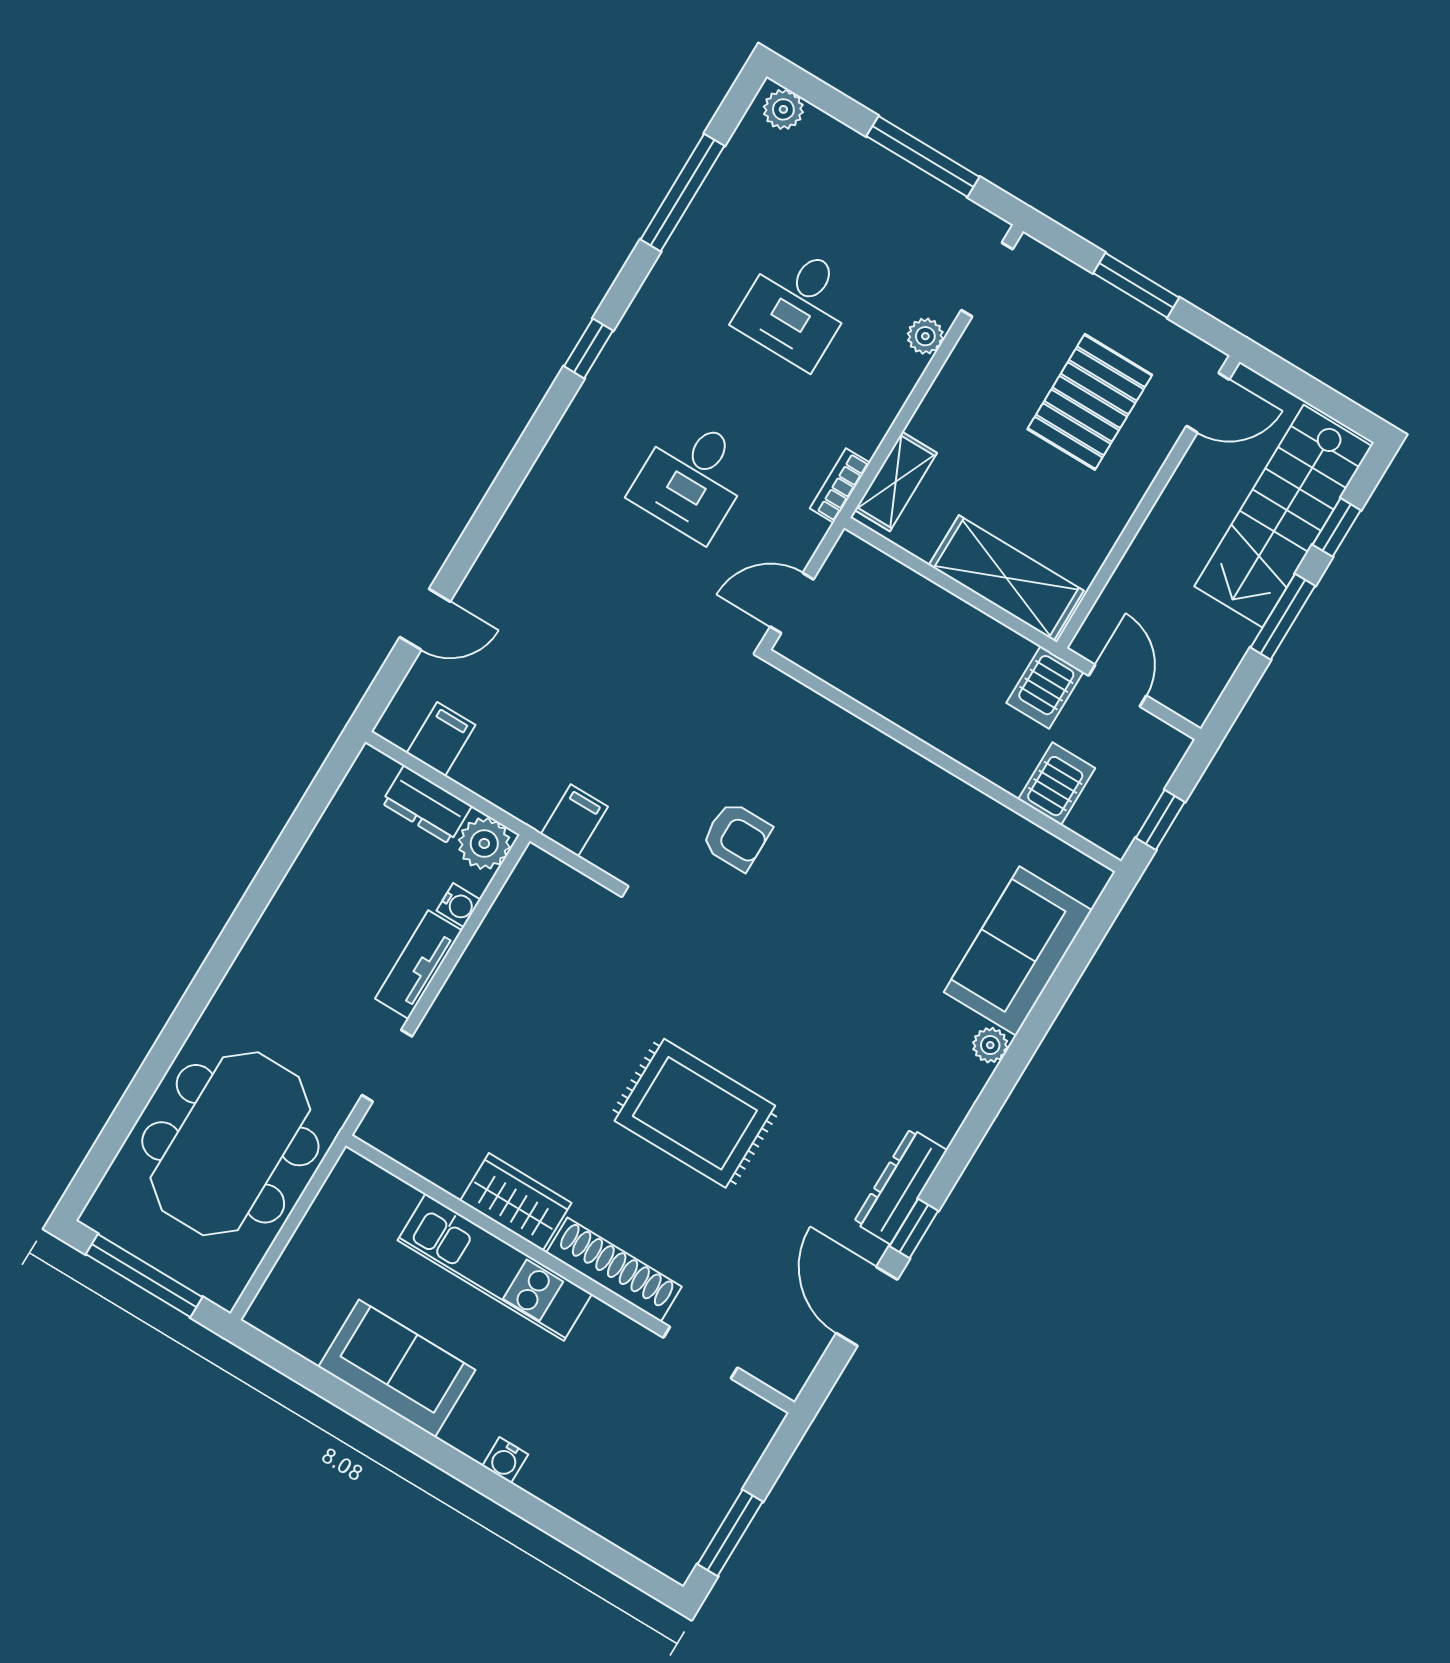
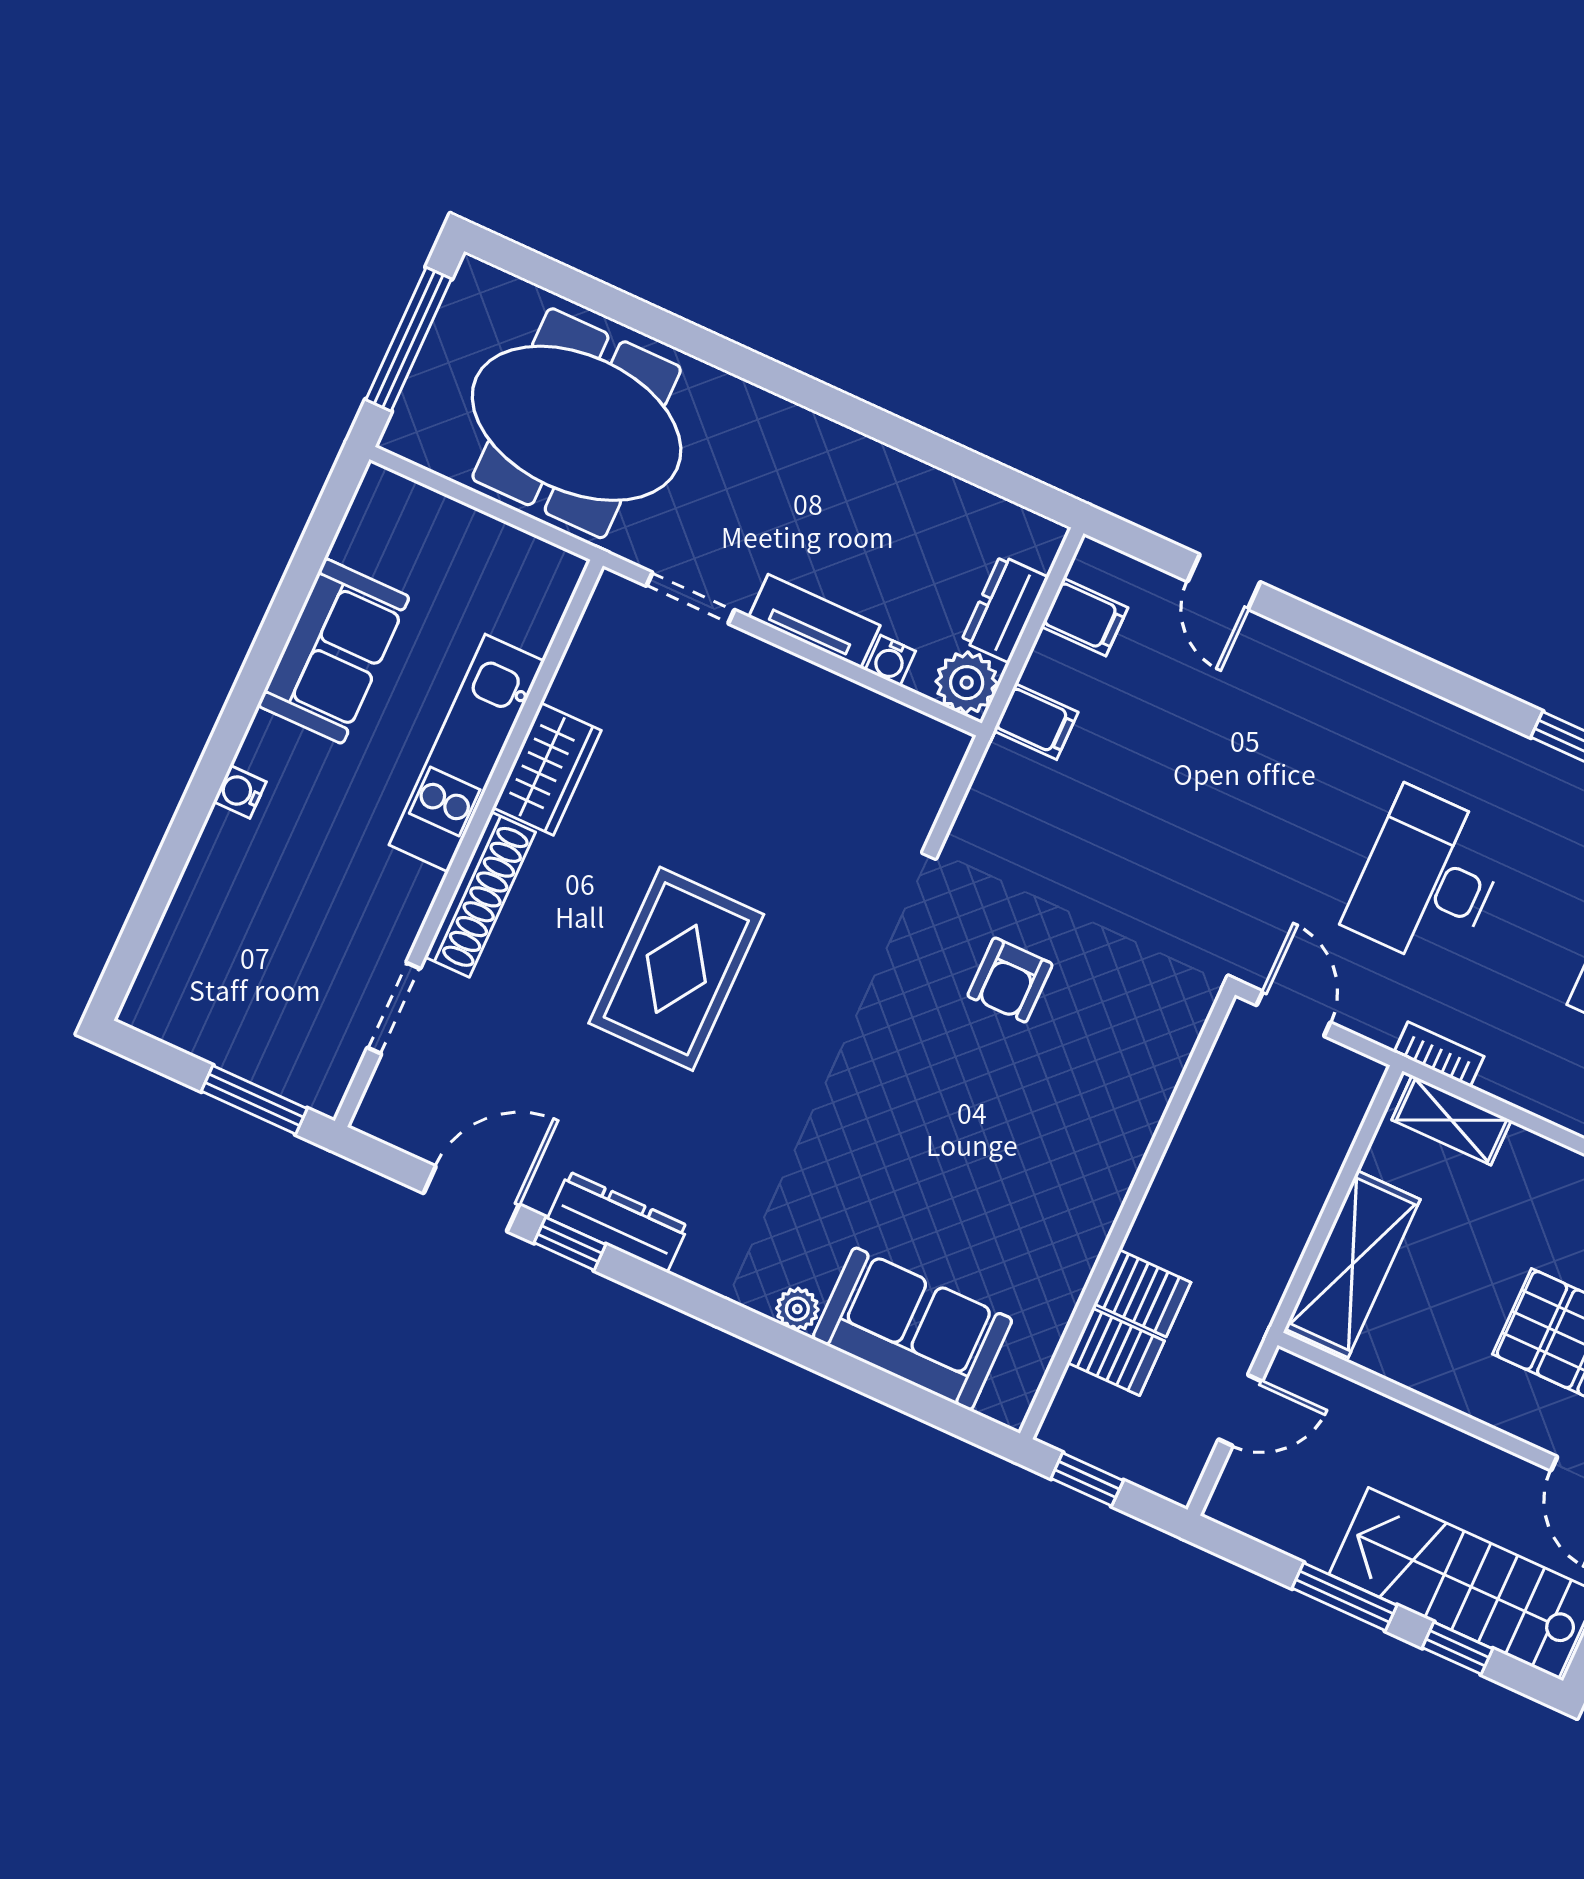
desk: (692, 478) -> (1427, 879), width x1.37
server rack: (1045, 687) -> (1142, 1293), moved, turned 180
filing cabinet: (574, 820) -> (1036, 721), moved
window: (730, 1533) -> (254, 1100), moved

